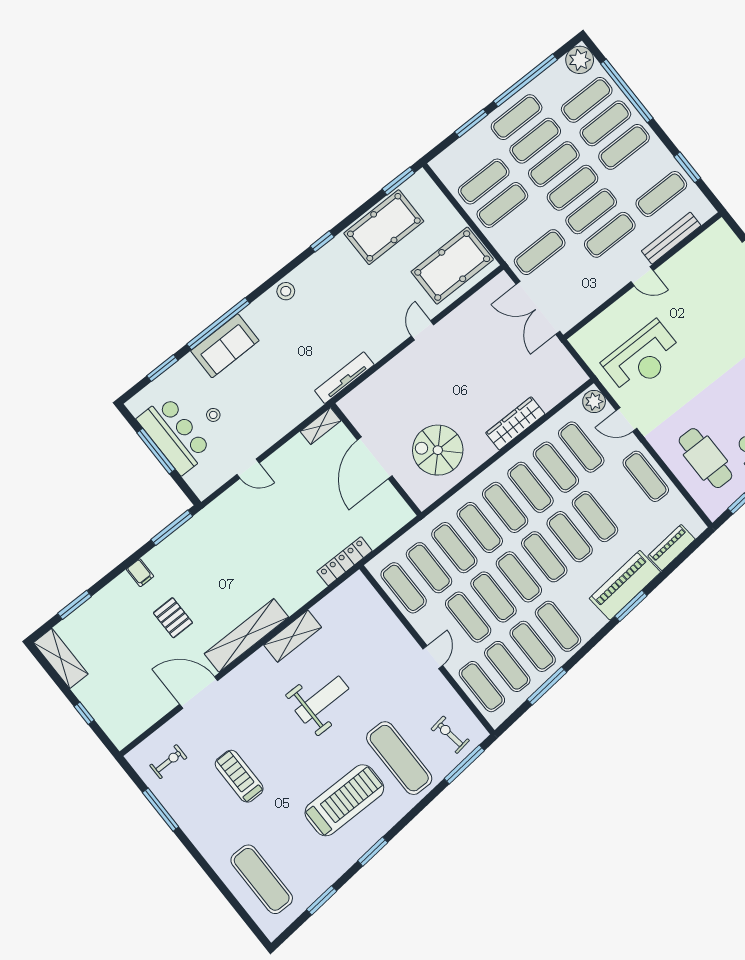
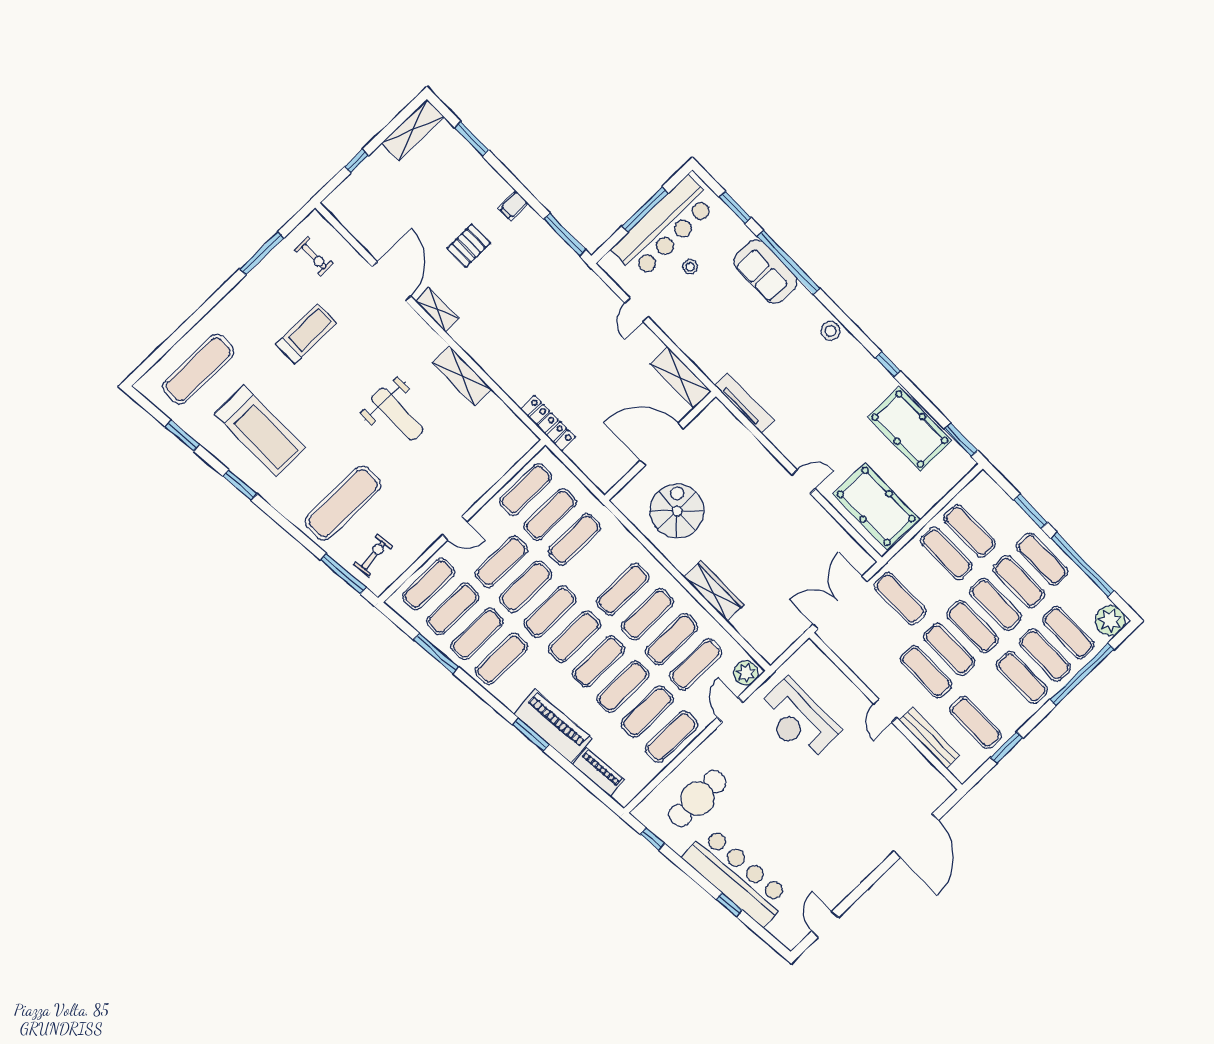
shelving: (320, 426) -> (680, 378), width x1.50, depth x1.33
bar counter: (174, 435) -> (664, 227), width x1.36
exercise mat: (480, 528) -> (647, 712), moved
shelving: (246, 635) -> (437, 310), width x0.45, depth x0.75
treadmill: (344, 800) -> (260, 431), moved

